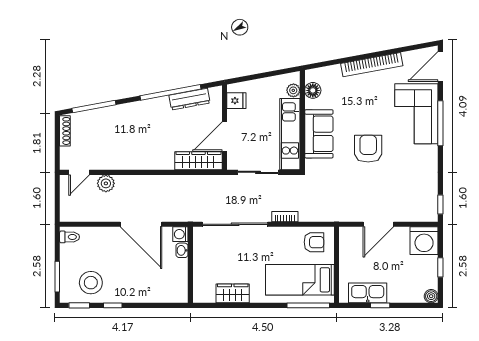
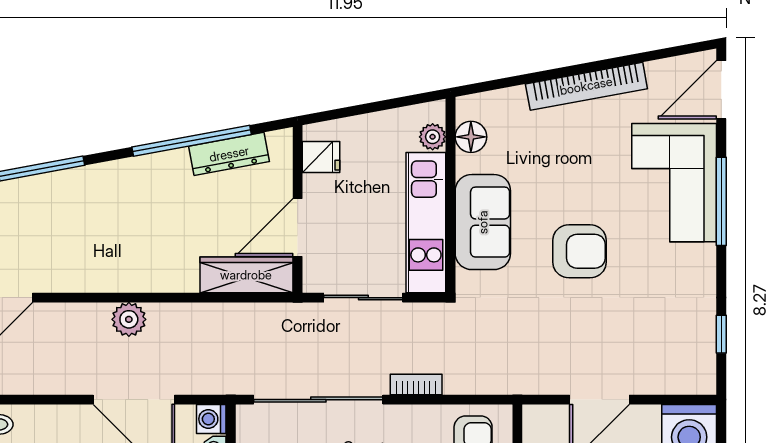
armchair: (368, 149) -> (579, 251), turned 90
plant: (106, 183) -> (129, 319), moved
window: (440, 205) -> (721, 334), moved

